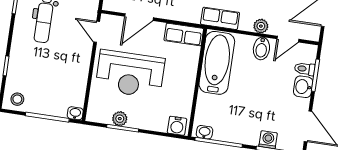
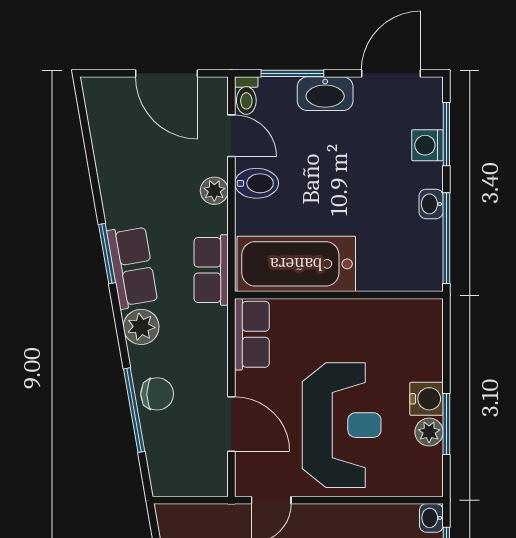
toilet: (305, 69) -> (246, 96), moved
washbasin: (303, 87) -> (325, 94), width x1.38
water cooler: (177, 126) -> (427, 399), moved
washbasin: (205, 132) -> (431, 204), moved

